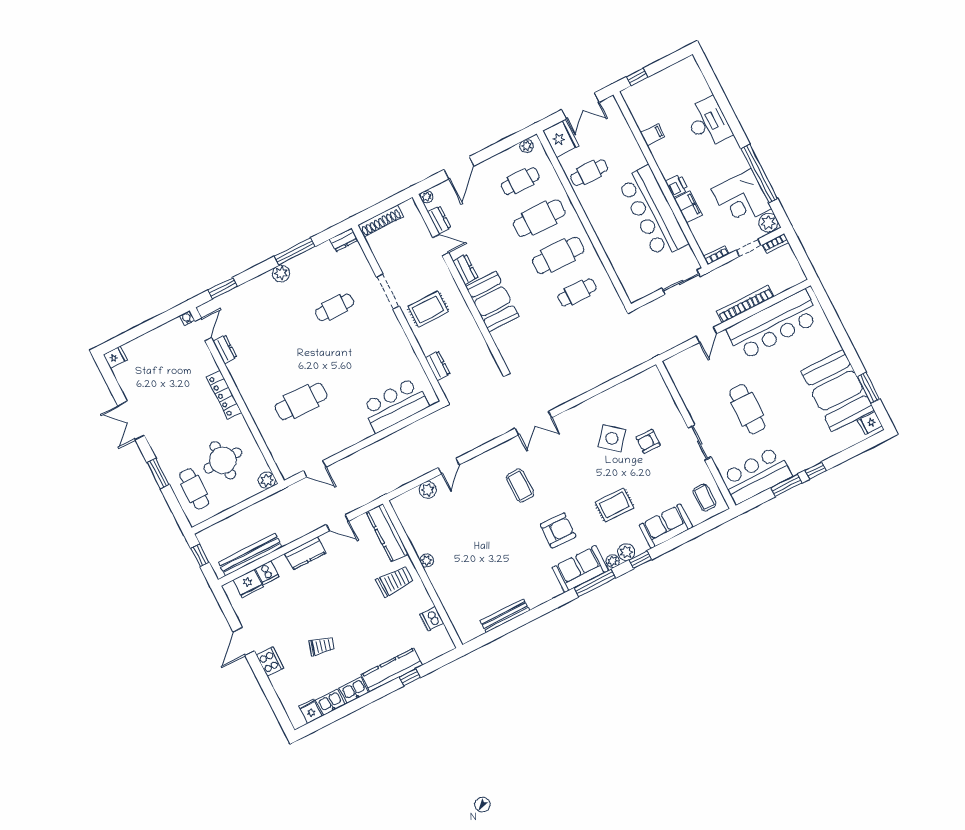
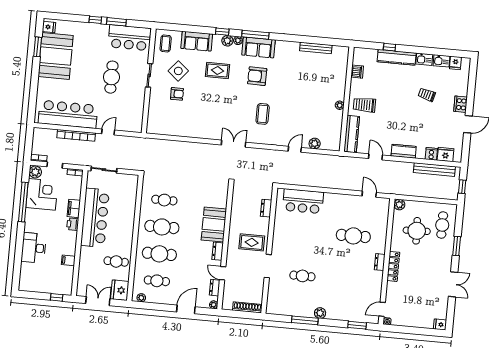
dresser: (344, 240) -> (274, 310), removed
dresser: (225, 349) -> (380, 262), moved
side table: (612, 438) -> (178, 71), moved

